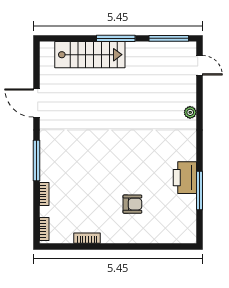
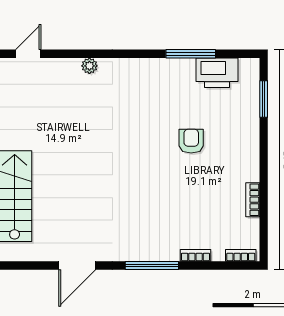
printer: (185, 178) -> (217, 73), moved
armchair: (132, 204) -> (191, 141), moved
window: (165, 246) -> (264, 99), added

